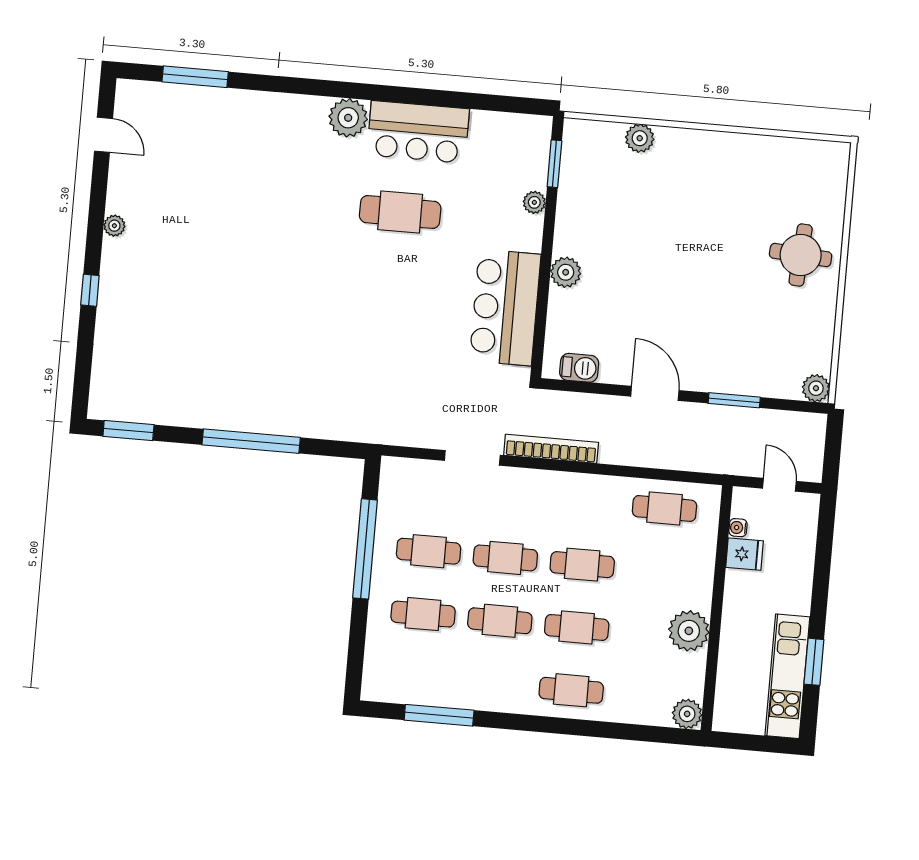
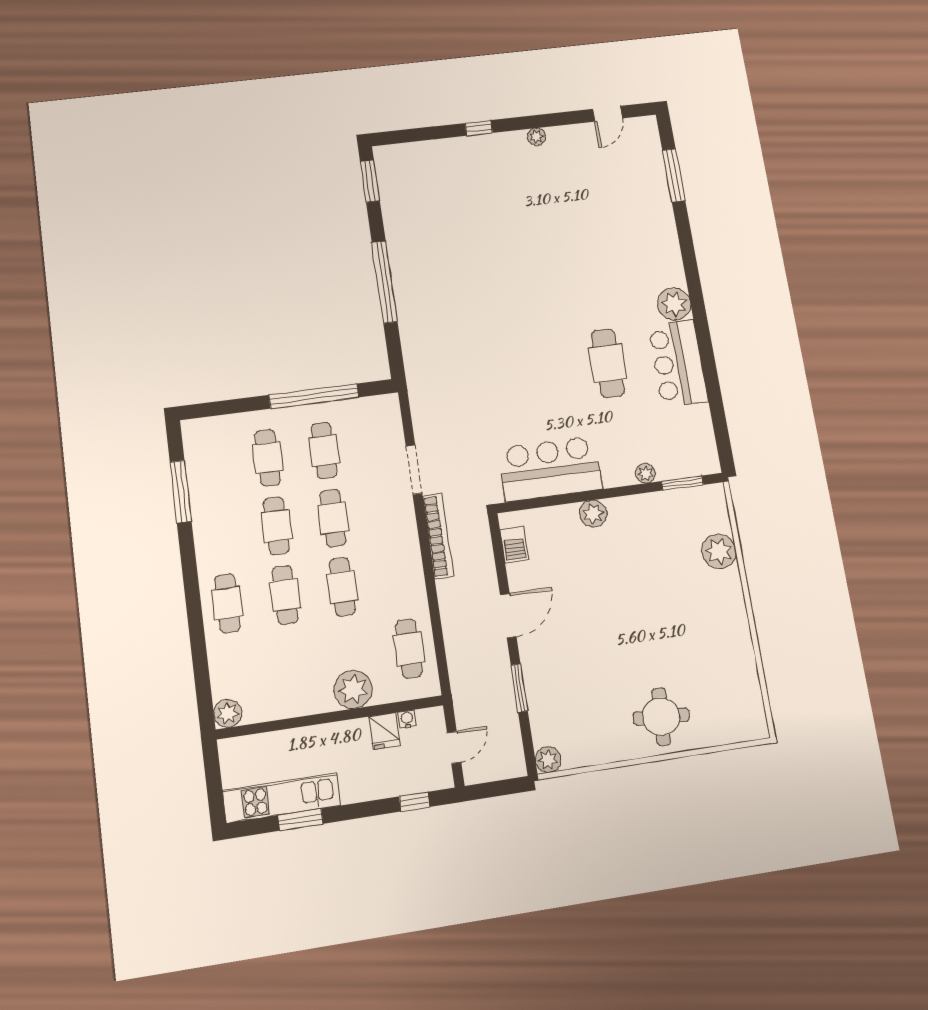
plant: (640, 138) -> (719, 551), width x1.36, depth x1.36
window: (825, 540) -> (414, 802), added
plant: (689, 631) -> (353, 689), moved

